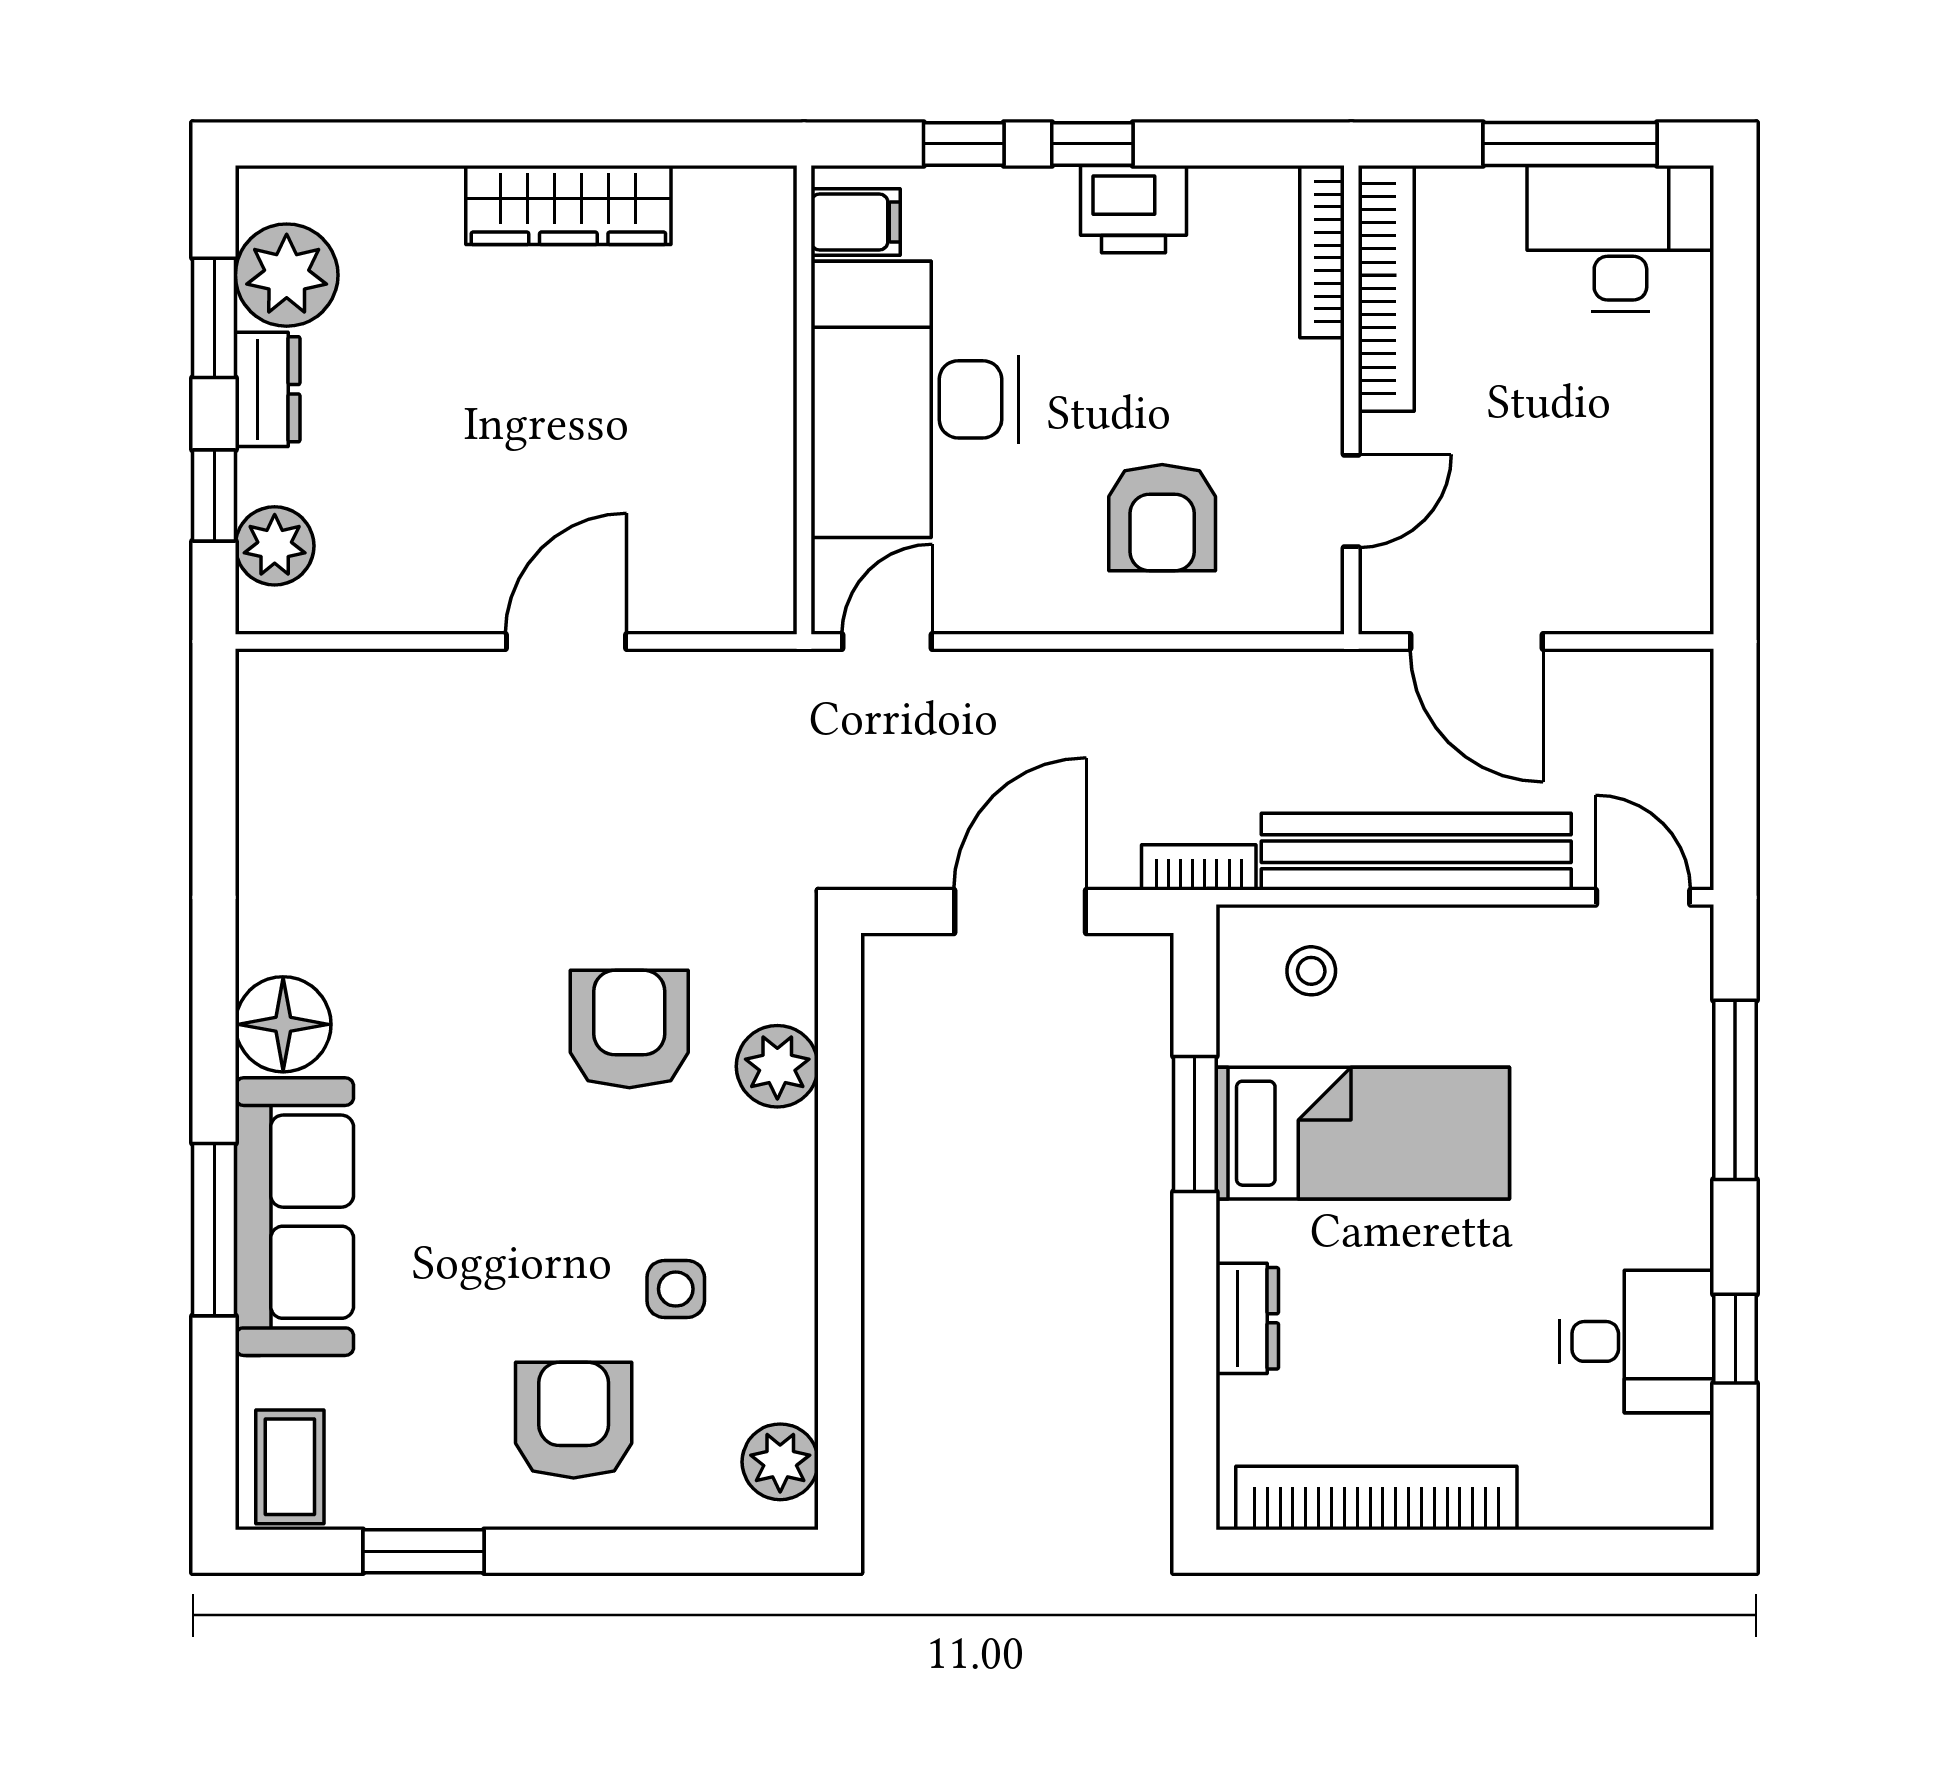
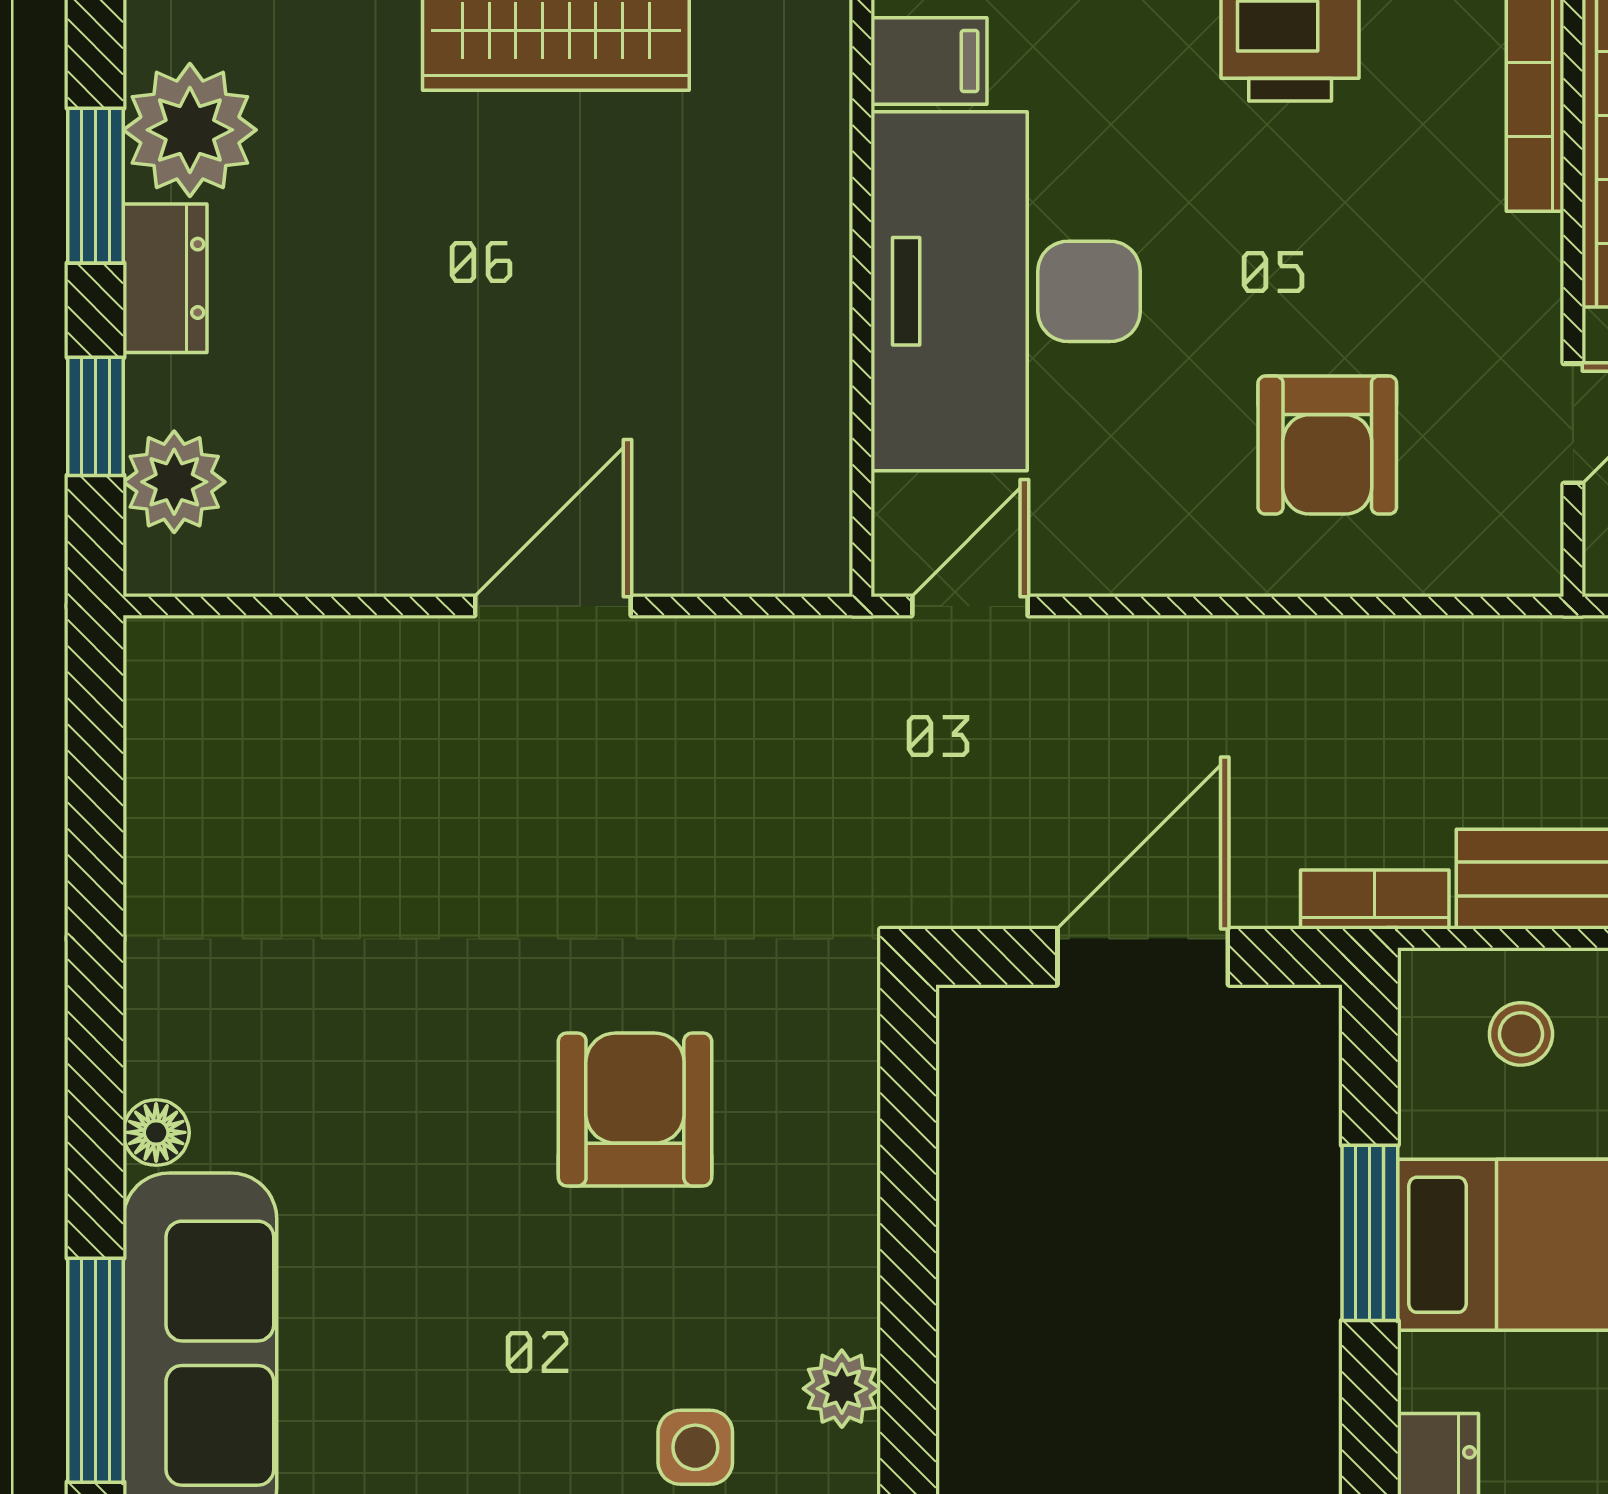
floor lamp: (283, 1024) -> (156, 1132), width x0.53, depth x0.53
plant: (777, 1066) -> (842, 1389), moved, width x0.73, depth x0.73

